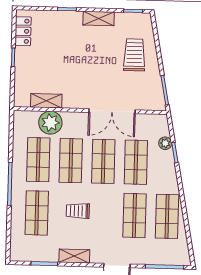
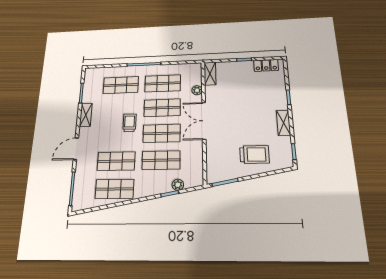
shelving: (46, 101) -> (210, 74), moved
double door: (112, 111) -> (204, 121), moved
plant: (50, 123) -> (197, 90), width x0.53, depth x0.53
trolley: (78, 211) -> (130, 123), moved

